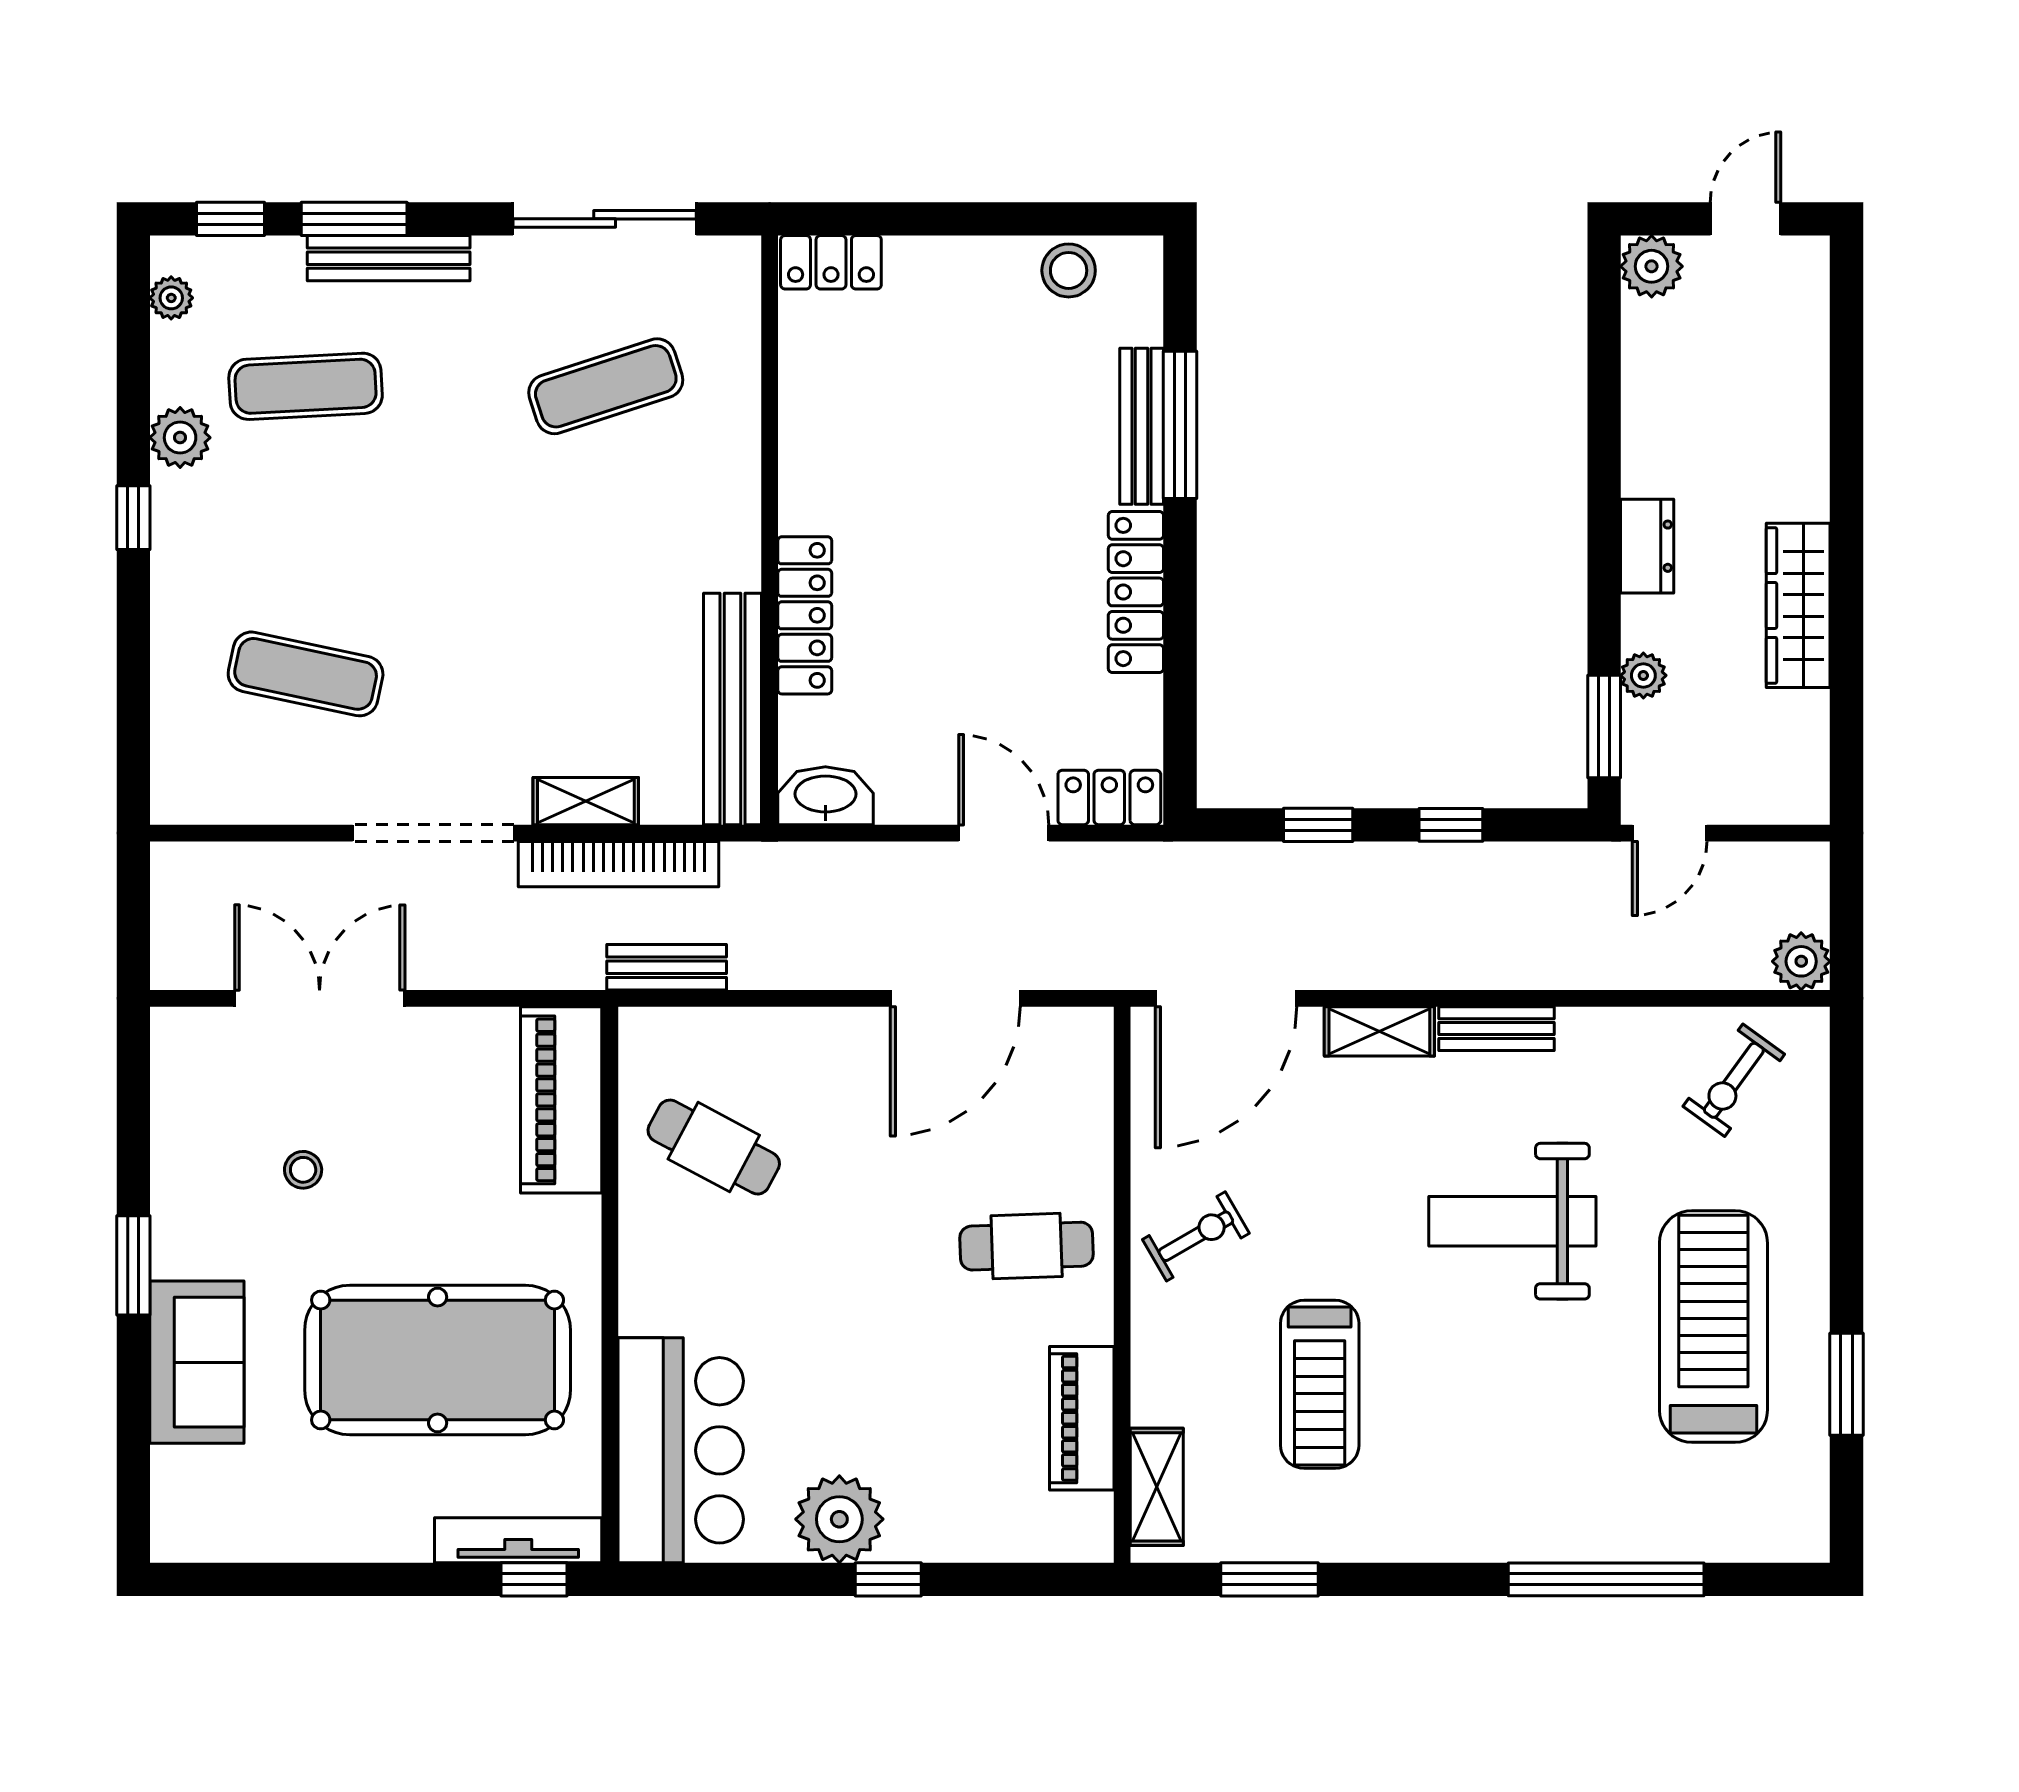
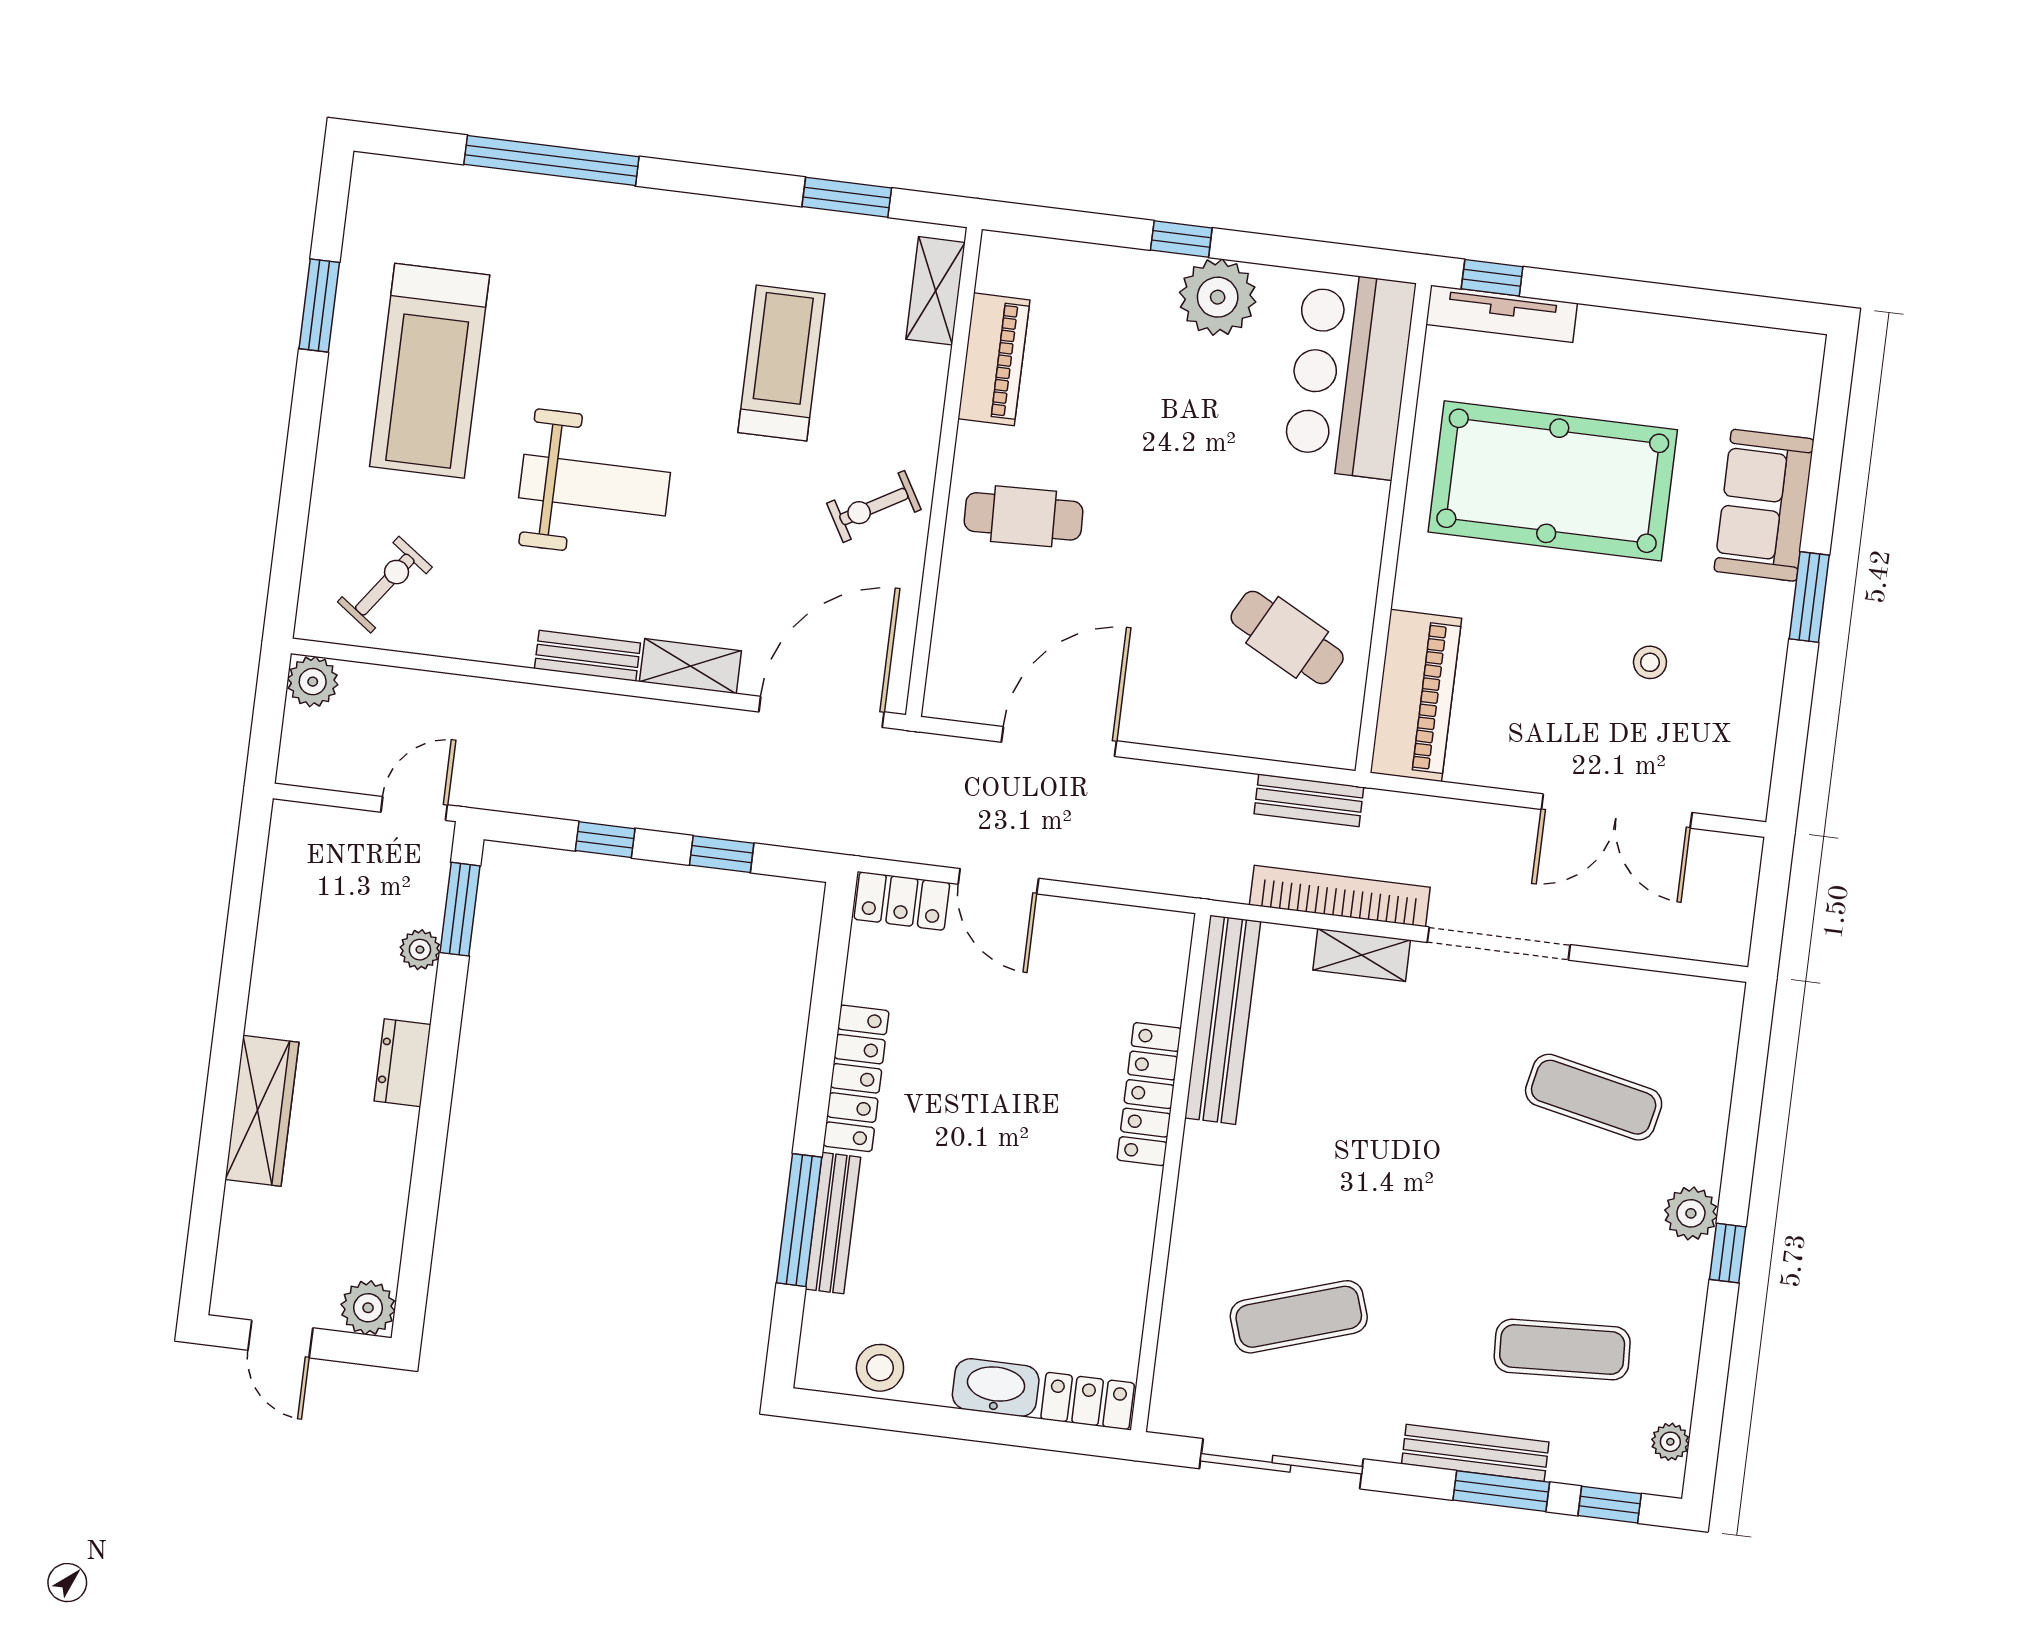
door: (1746, 219) -> (280, 1339), hinge flipped
plant: (180, 438) -> (1691, 1213), moved
wardrobe: (1798, 605) -> (262, 1111), moved
washbasin: (825, 796) -> (996, 1388), moved, turned 180

